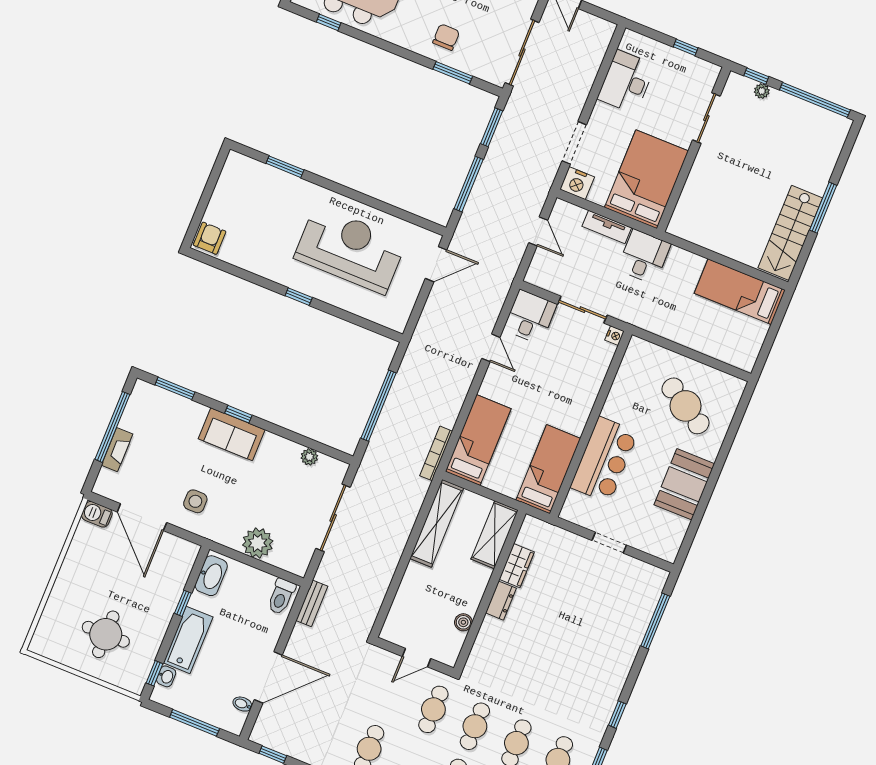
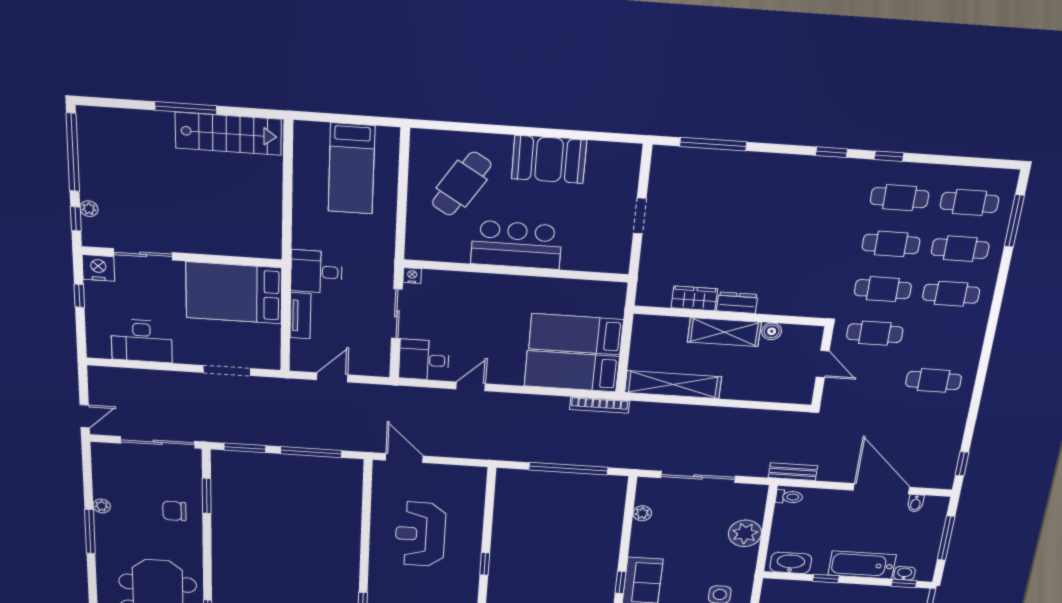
nightstand: (577, 183) -> (98, 268), moved, turned -90
reception desk: (350, 249) -> (420, 534), width x0.74, depth x0.77
bed: (740, 292) -> (351, 169), moved
bar counter: (604, 460) -> (516, 245), moved
bed: (548, 469) -> (576, 334), moved
shelving: (495, 535) -> (724, 332), moved
toilet: (281, 596) -> (789, 497), width x0.73, depth x0.72

